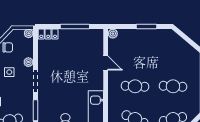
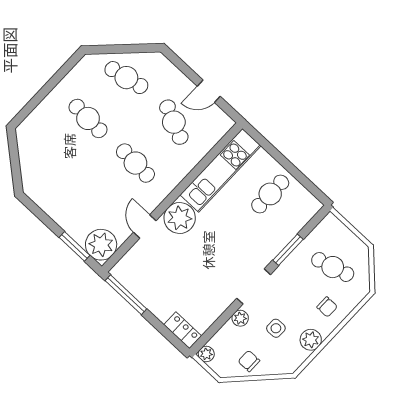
window: (75, 26) -> (126, 295), moved
window: (146, 26) -> (74, 246), moved
plant: (113, 34) -> (101, 245), width x1.87, depth x1.87
plant: (94, 81) -> (180, 218), added

